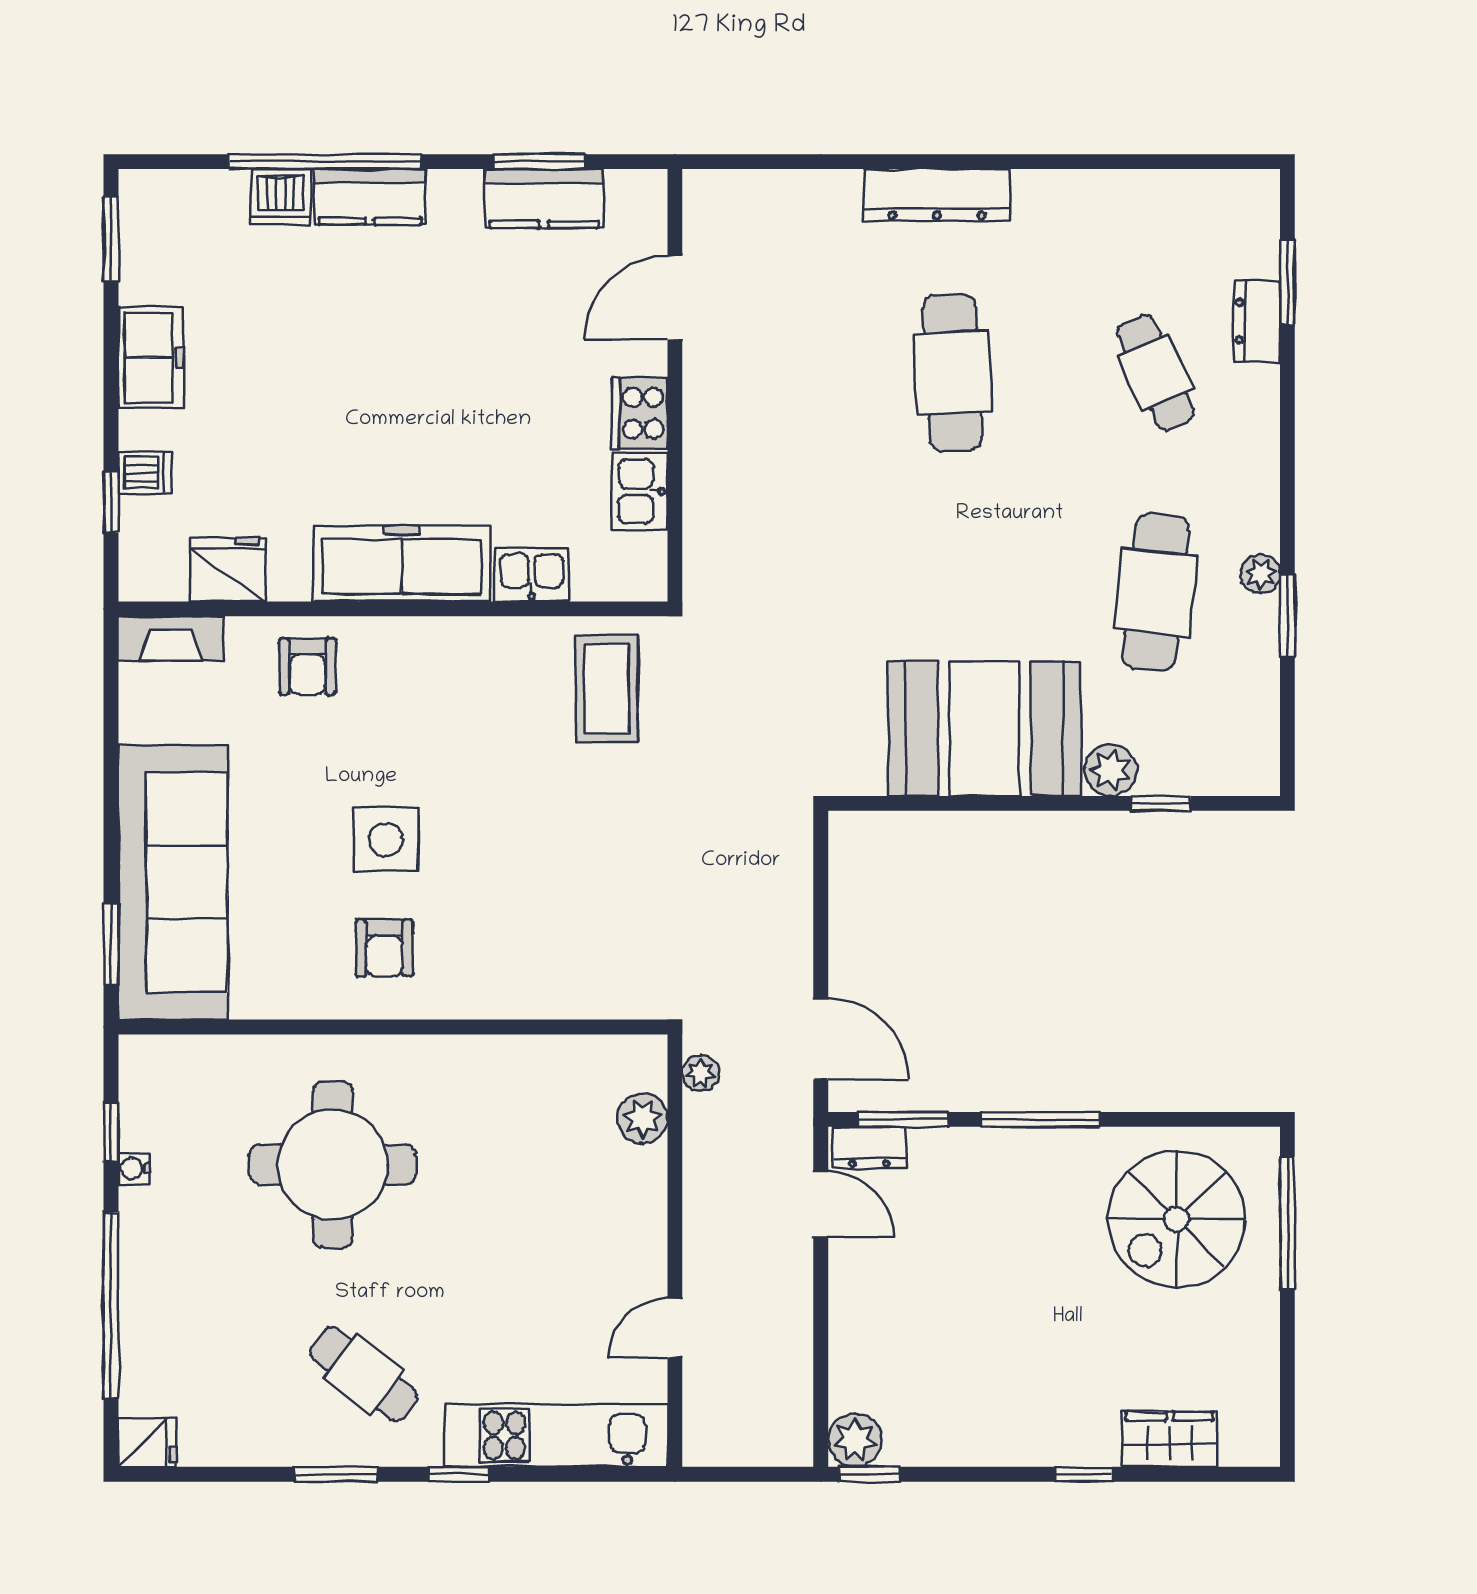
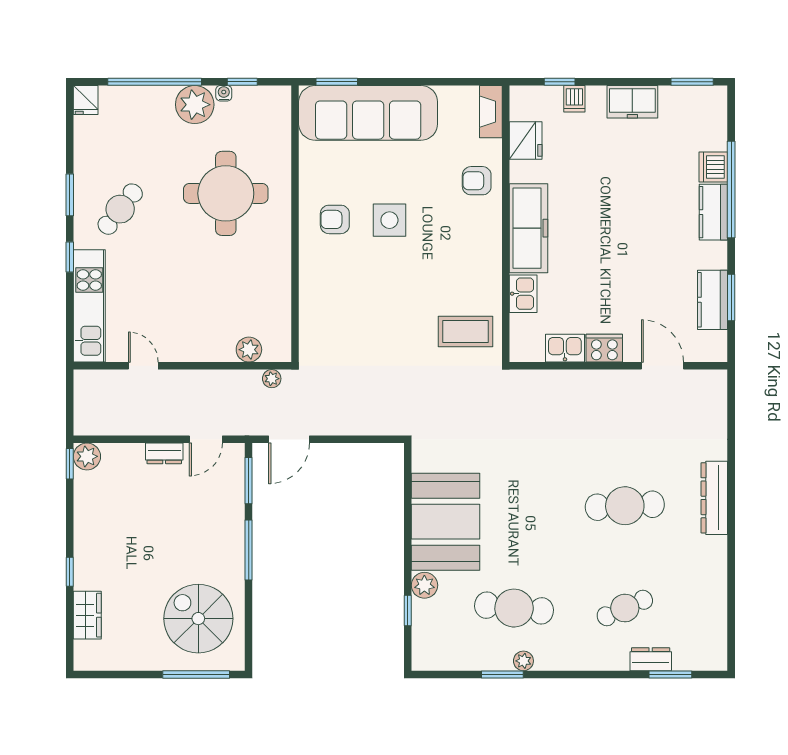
dresser: (869, 1147) -> (164, 453), moved, turned -90
plant: (156, 1226) -> (195, 105), added

